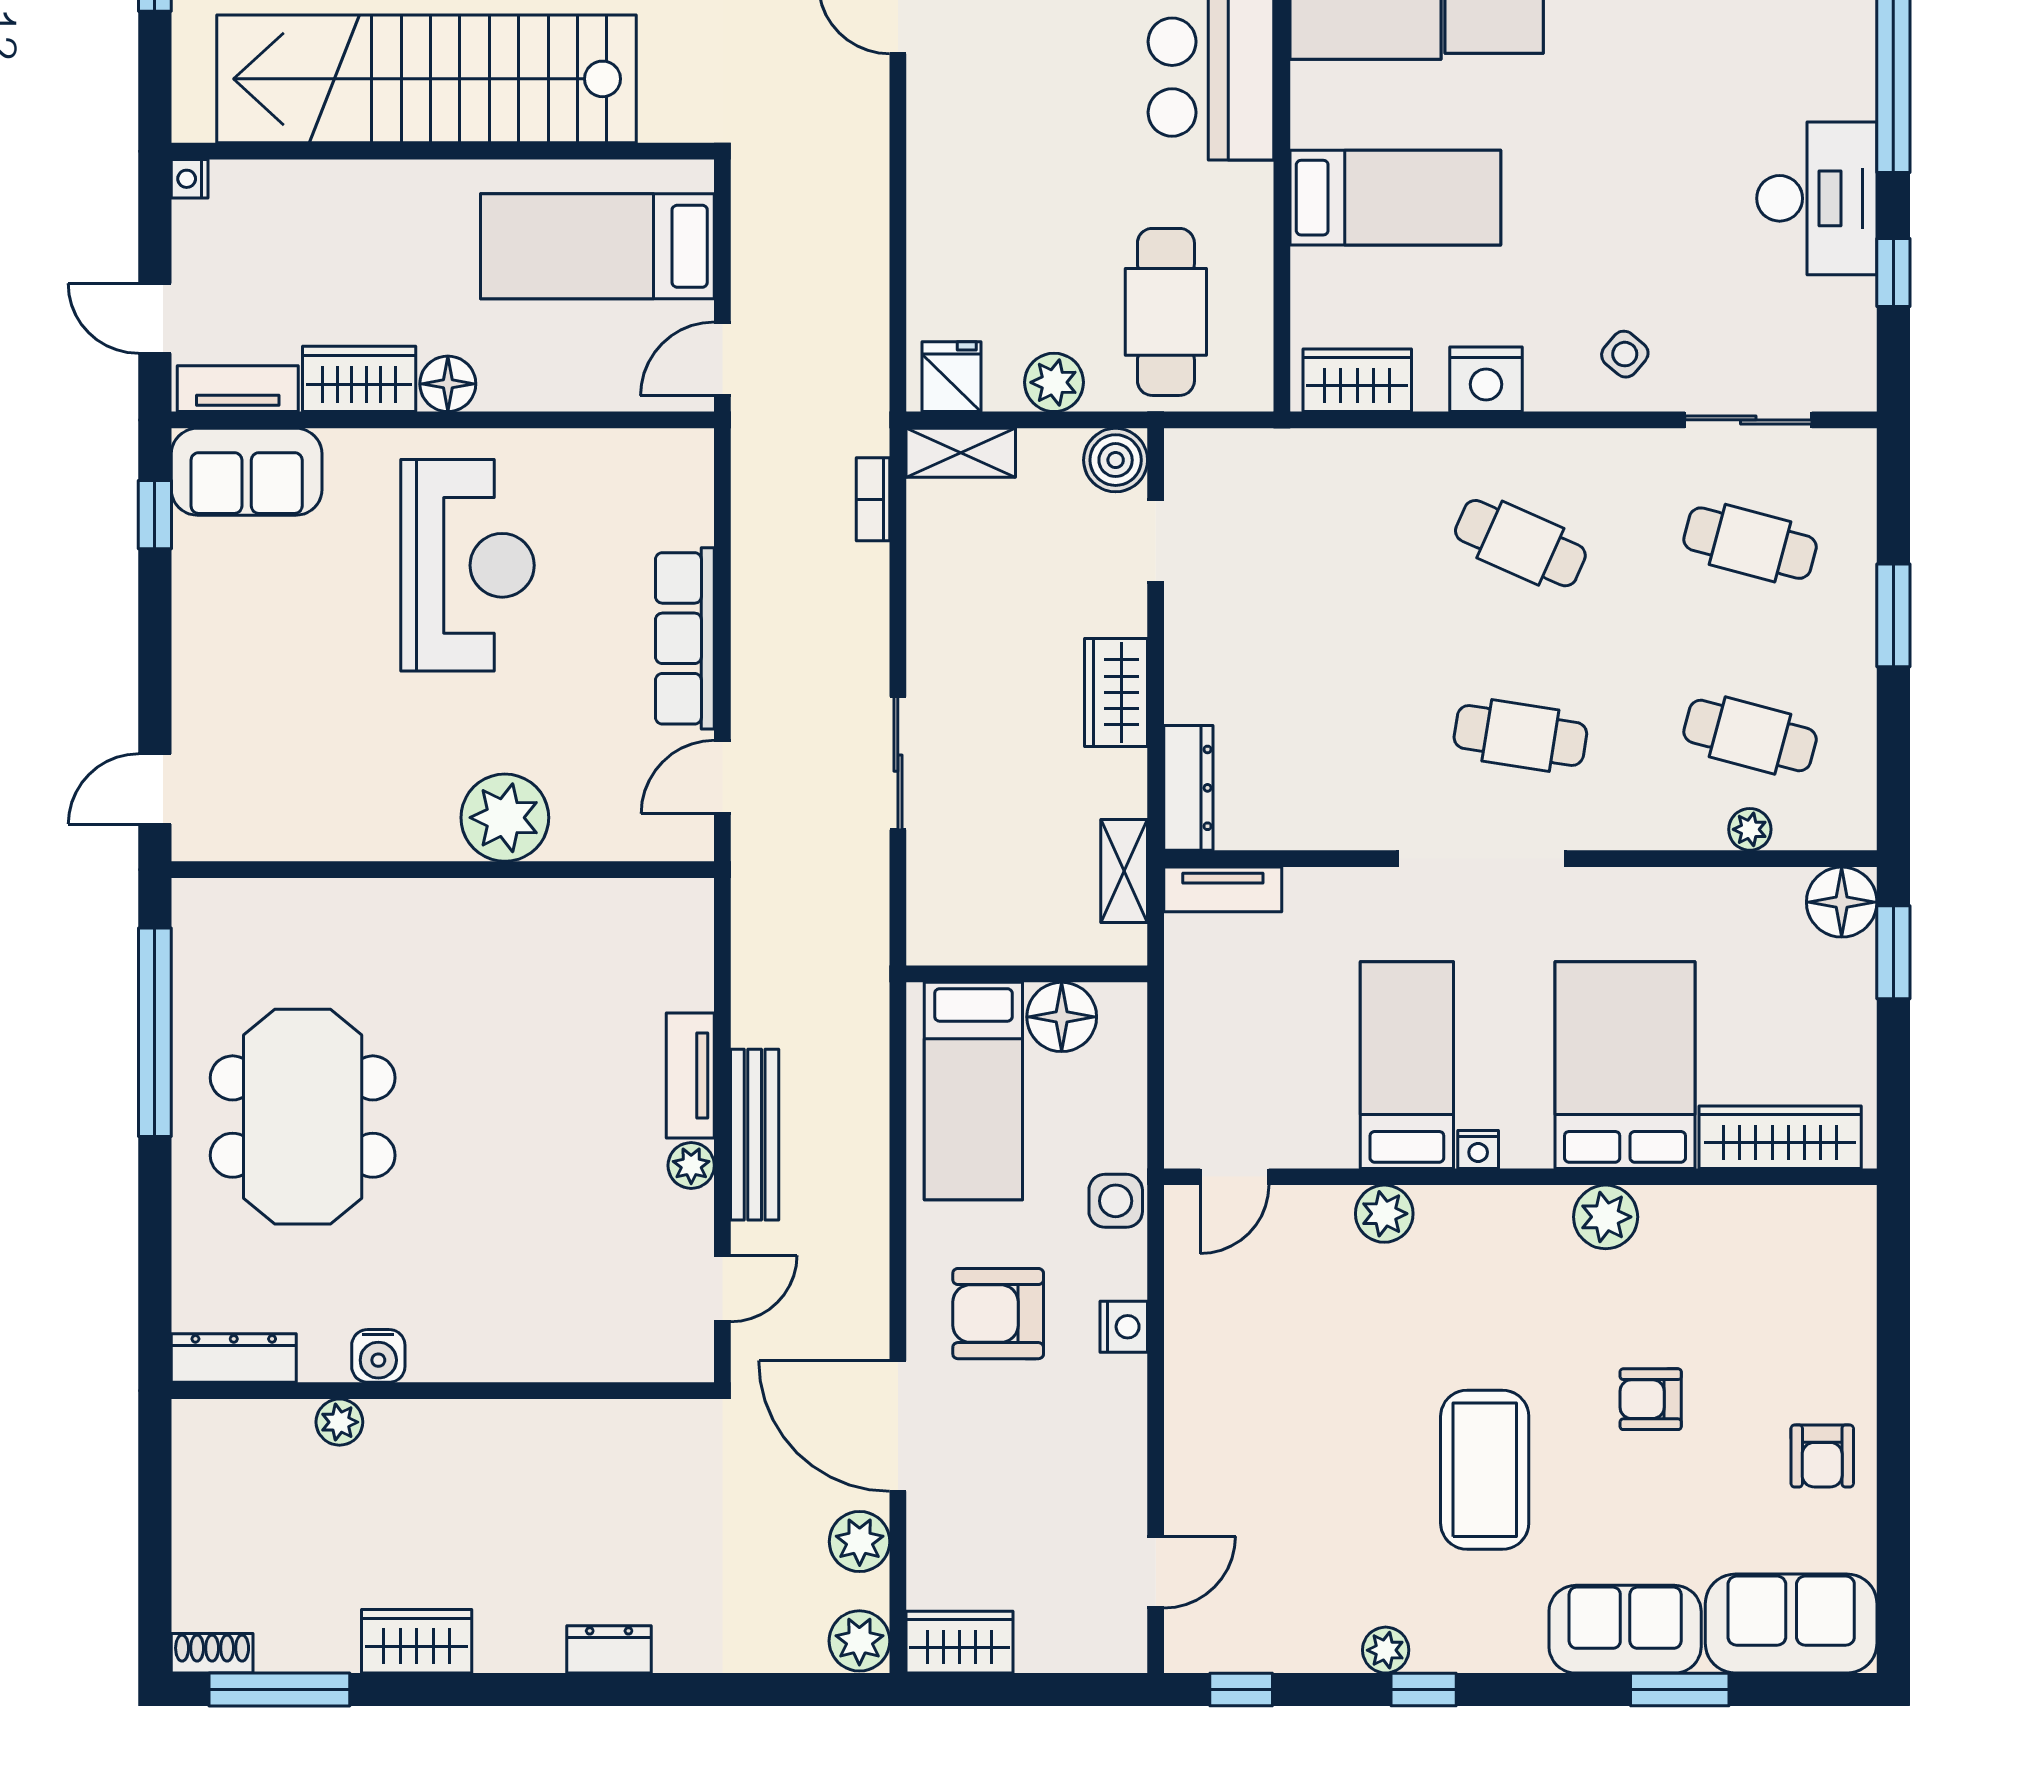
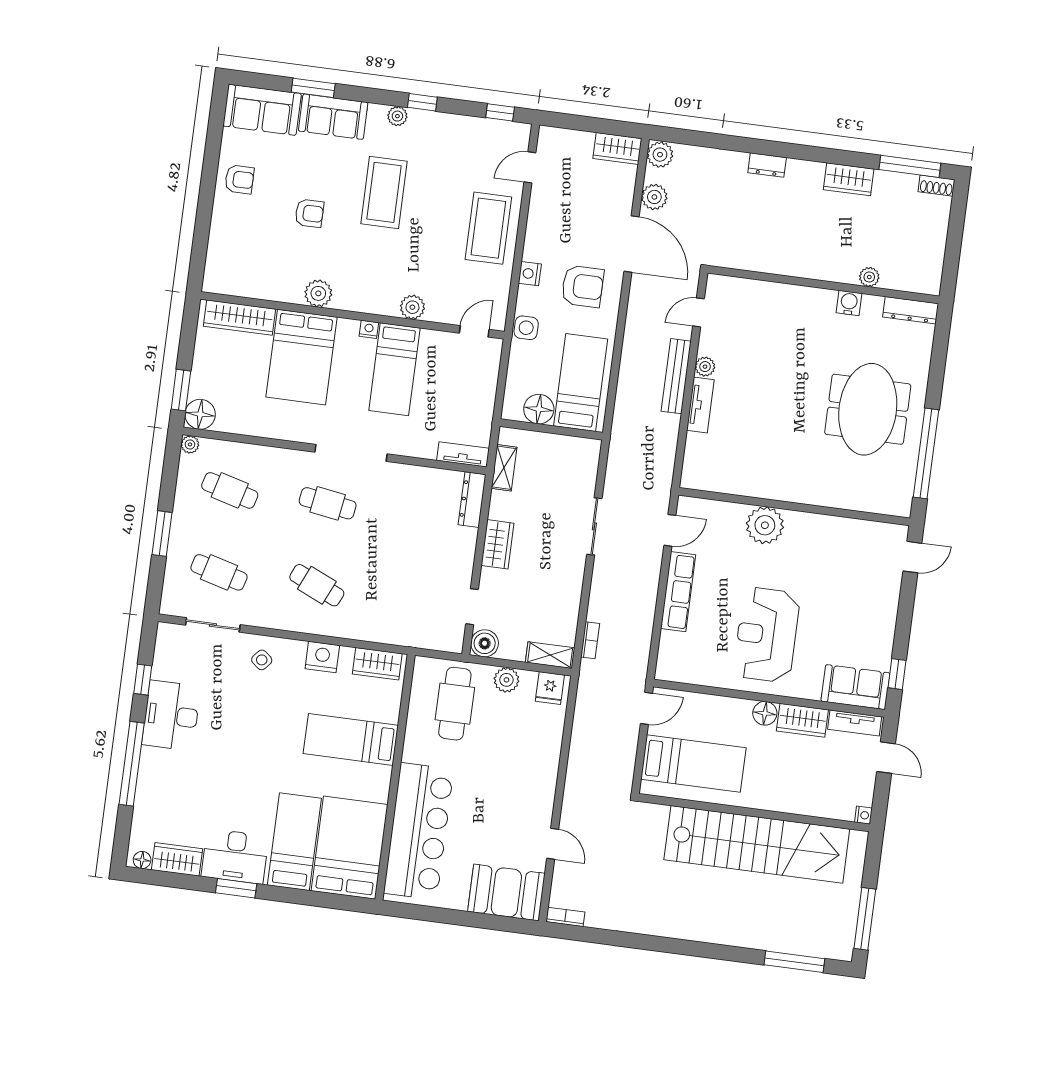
plant: (1750, 829) -> (190, 444), moved
coffee table: (1233, 1419) -> (488, 228), added
armchair: (1822, 1456) -> (239, 179), turned 90
plant: (1386, 1650) -> (397, 116), moved

